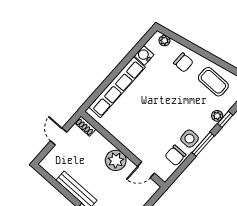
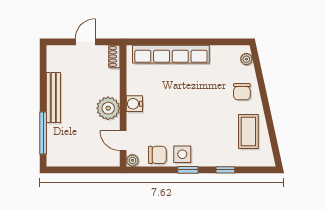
water cooler: (144, 55) -> (134, 104), moved, turned -90
plant: (217, 116) -> (132, 160), moved
window: (203, 144) -> (188, 170), width x0.67
chair: (175, 155) -> (157, 155), turned 180

